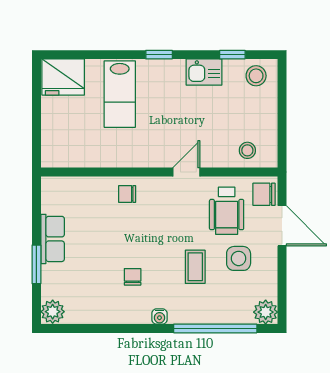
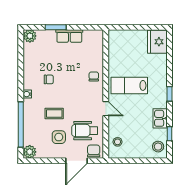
lab bench: (120, 94) -> (129, 85), moved

